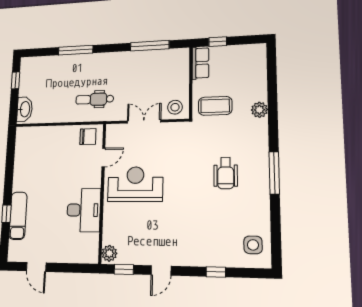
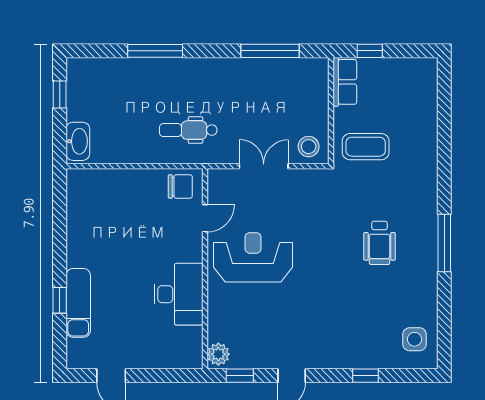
plant: (259, 110) -> (426, 154), removed

